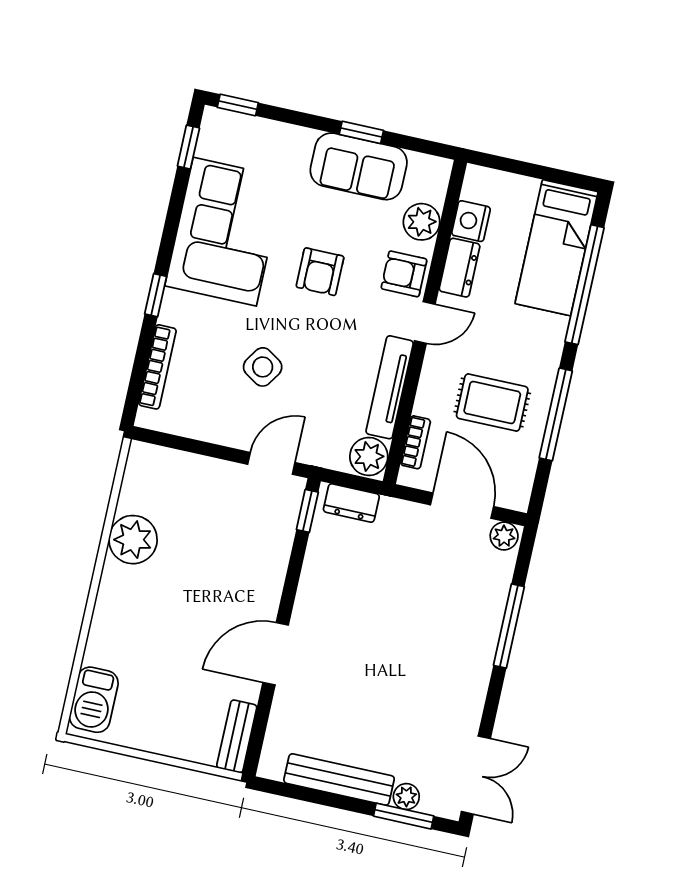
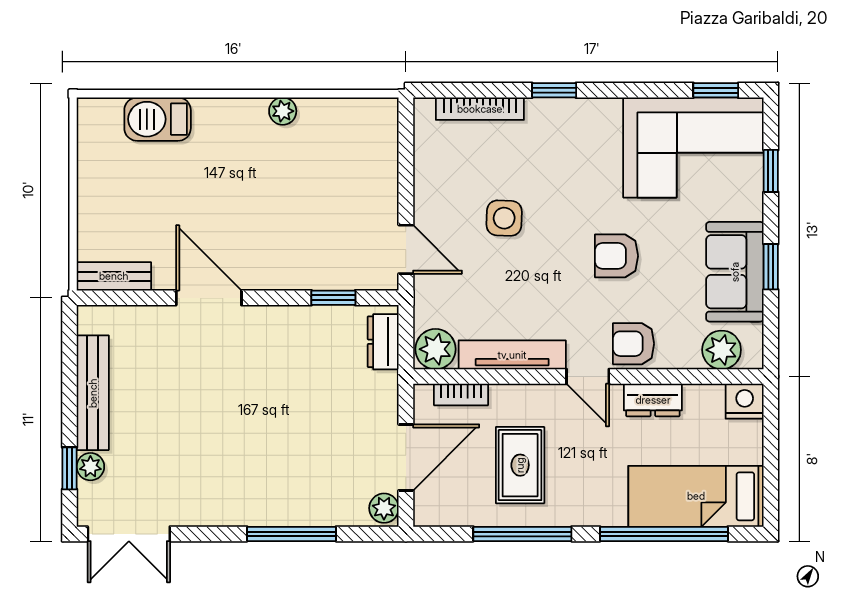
window: (238, 105) -> (771, 171), moved
nightstand: (471, 221) -> (745, 401), moved
plant: (422, 222) -> (722, 350), moved
corner sofa: (225, 232) -> (693, 148), moved
armchair: (404, 274) -> (634, 344), turned -90
side table: (263, 367) -> (504, 218), turned -31
window: (307, 511) -> (333, 298), moved
plant: (133, 540) -> (283, 111), width x0.53, depth x0.53
barbecue: (94, 700) -> (158, 119), moved
window: (404, 816) -> (70, 468), width x0.67

